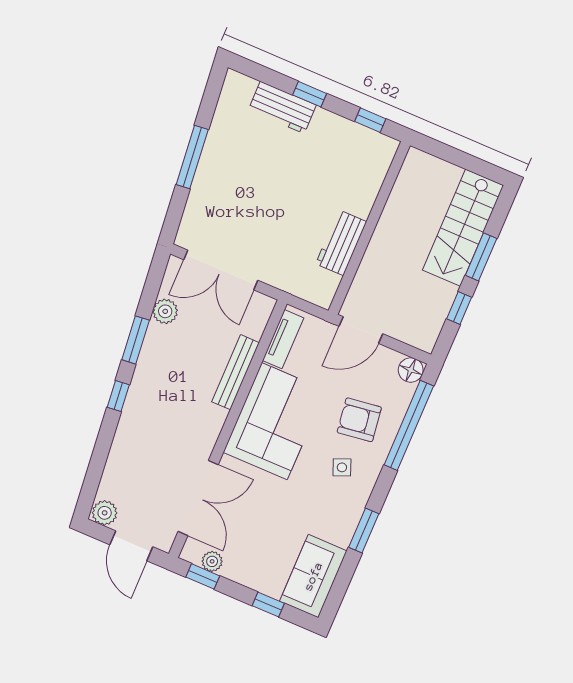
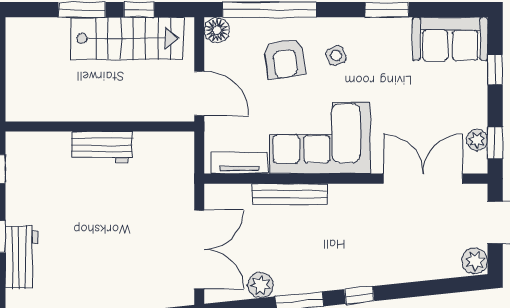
stairs: (463, 228) -> (127, 38), moved
workbench: (341, 243) -> (102, 147), moved

